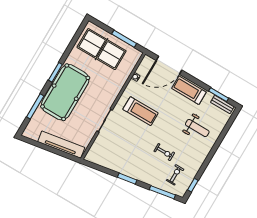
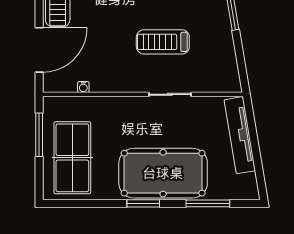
door: (169, 65) -> (39, 50), hinge flipped
treadmill: (141, 111) -> (163, 42), moved, turned -90

